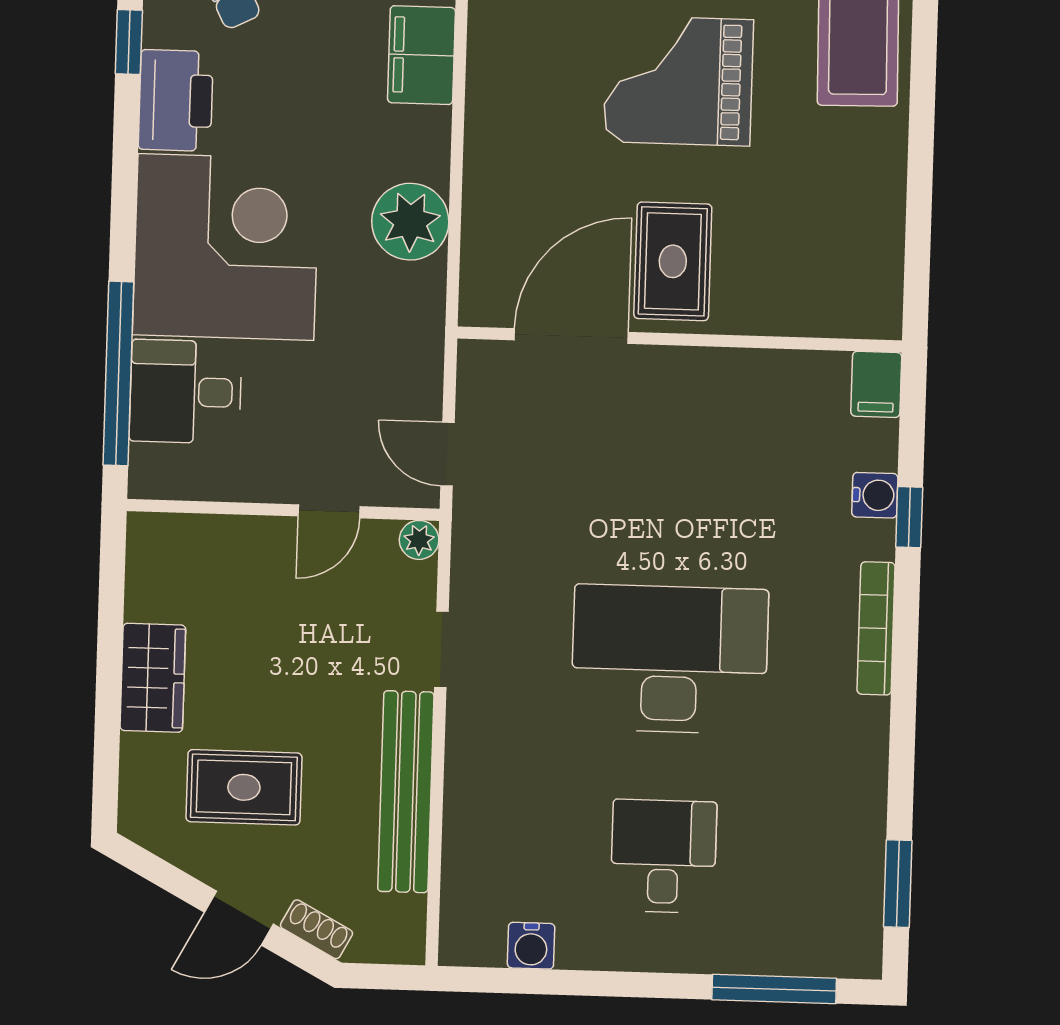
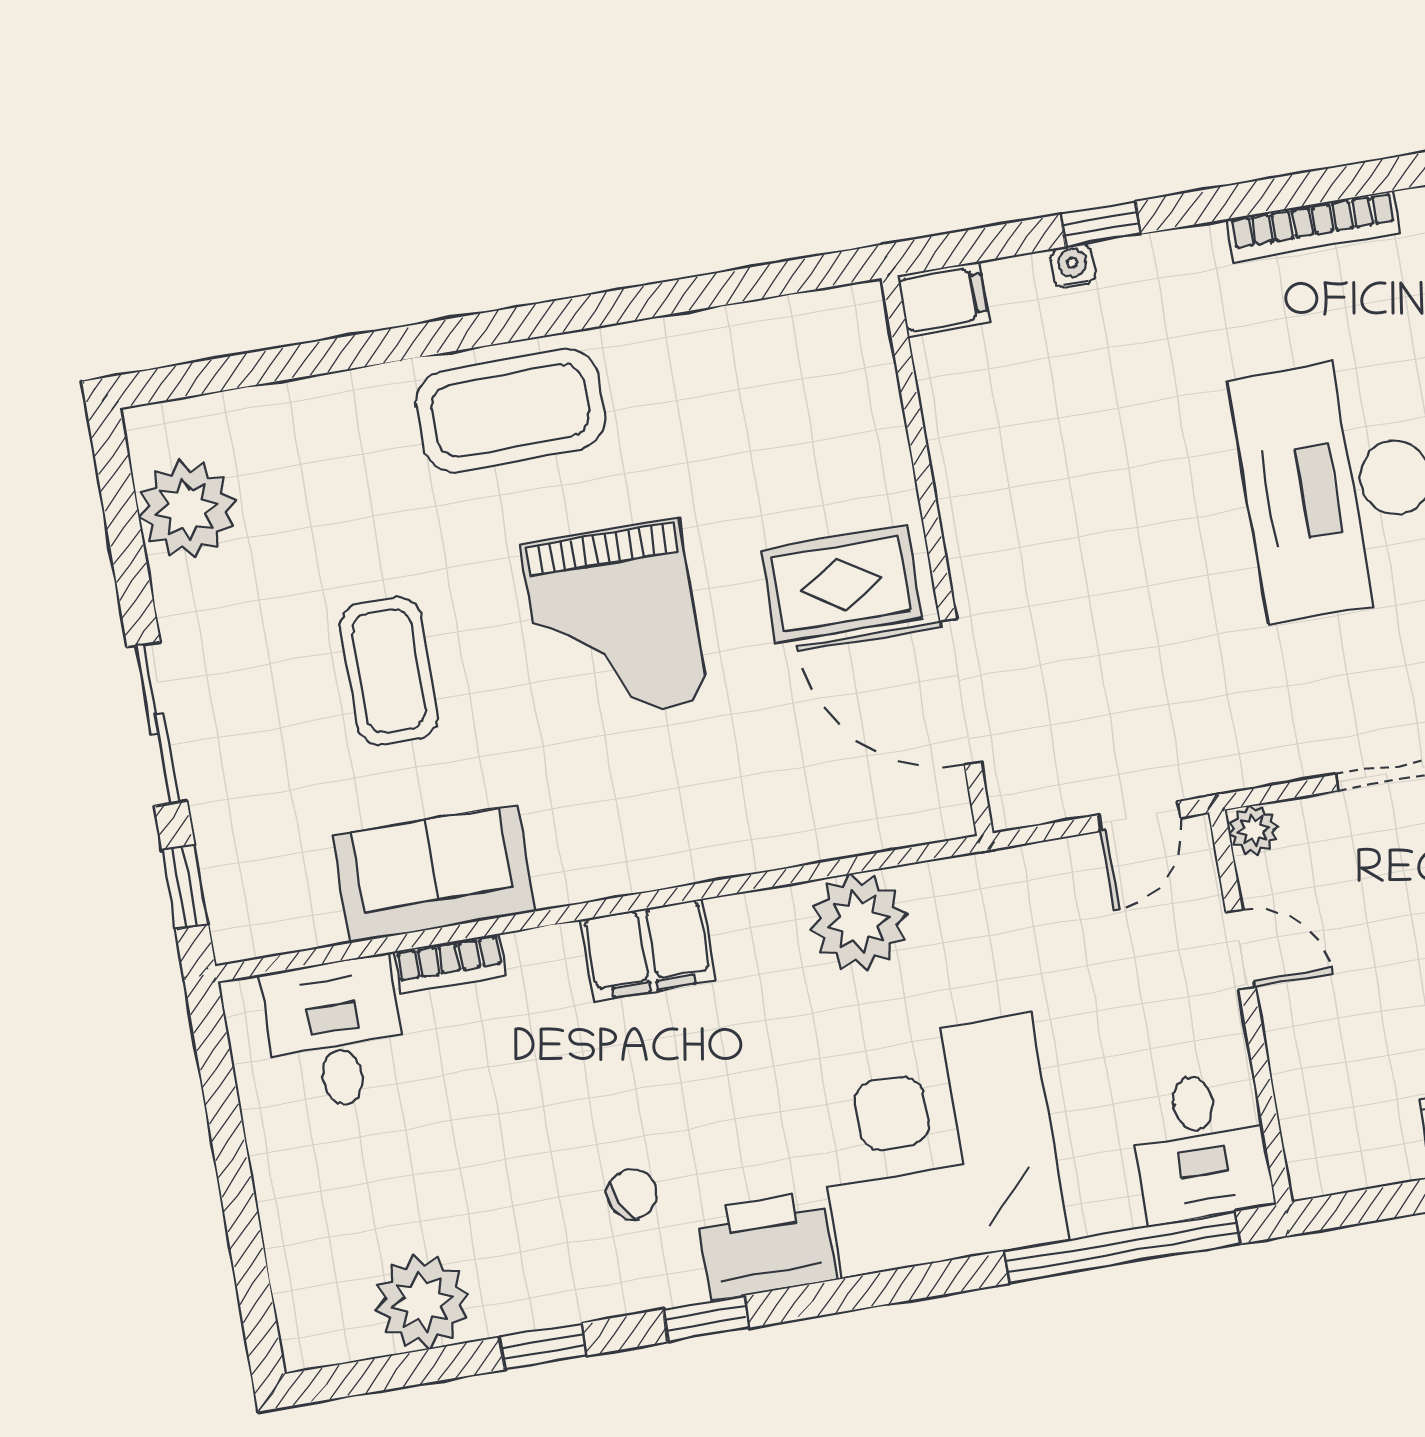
desk: (186, 392) -> (1200, 1147), moved
water cooler: (875, 495) -> (1073, 266), width x0.72, depth x0.72
bookcase: (876, 628) -> (1313, 226), moved

